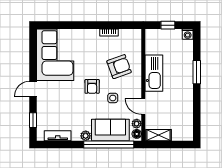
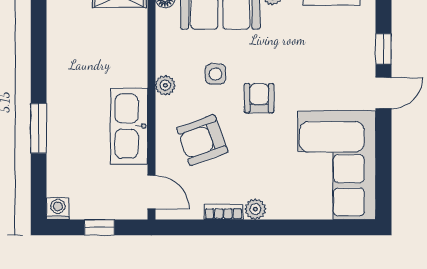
plant: (94, 34) -> (255, 209), added
door: (143, 106) -> (151, 192), moved
window: (33, 120) -> (384, 49), moved
plant: (137, 124) -> (165, 85), moved

